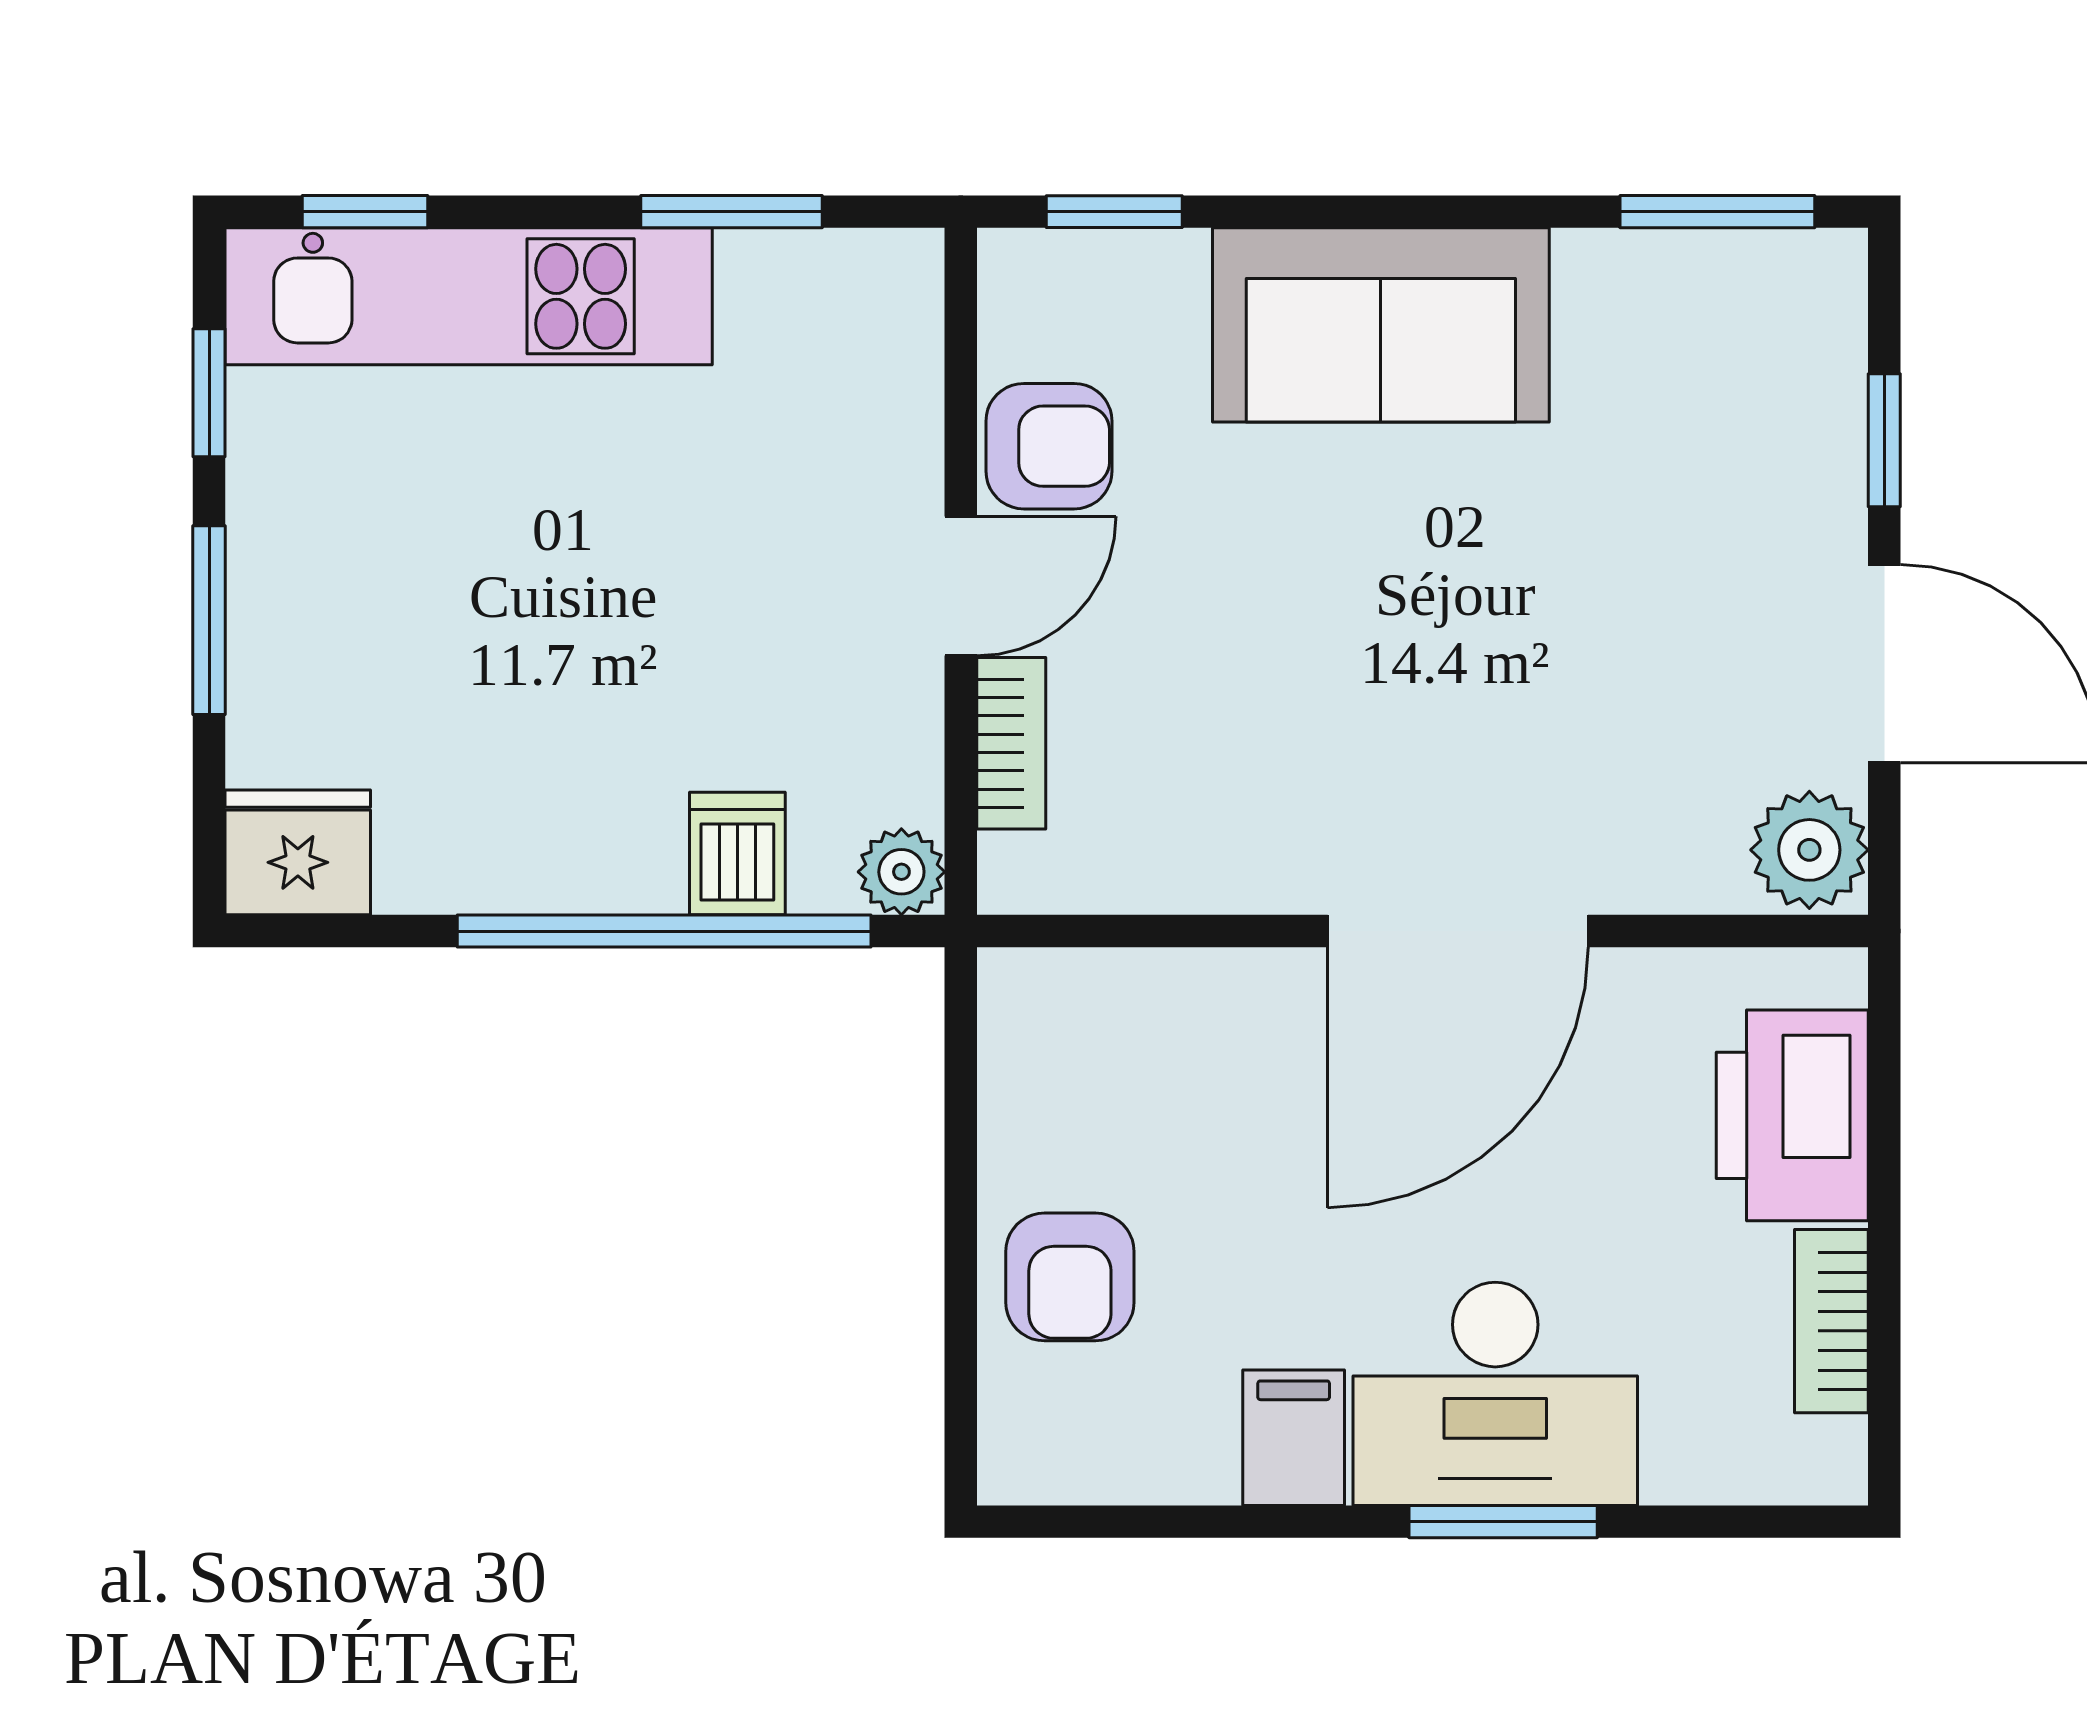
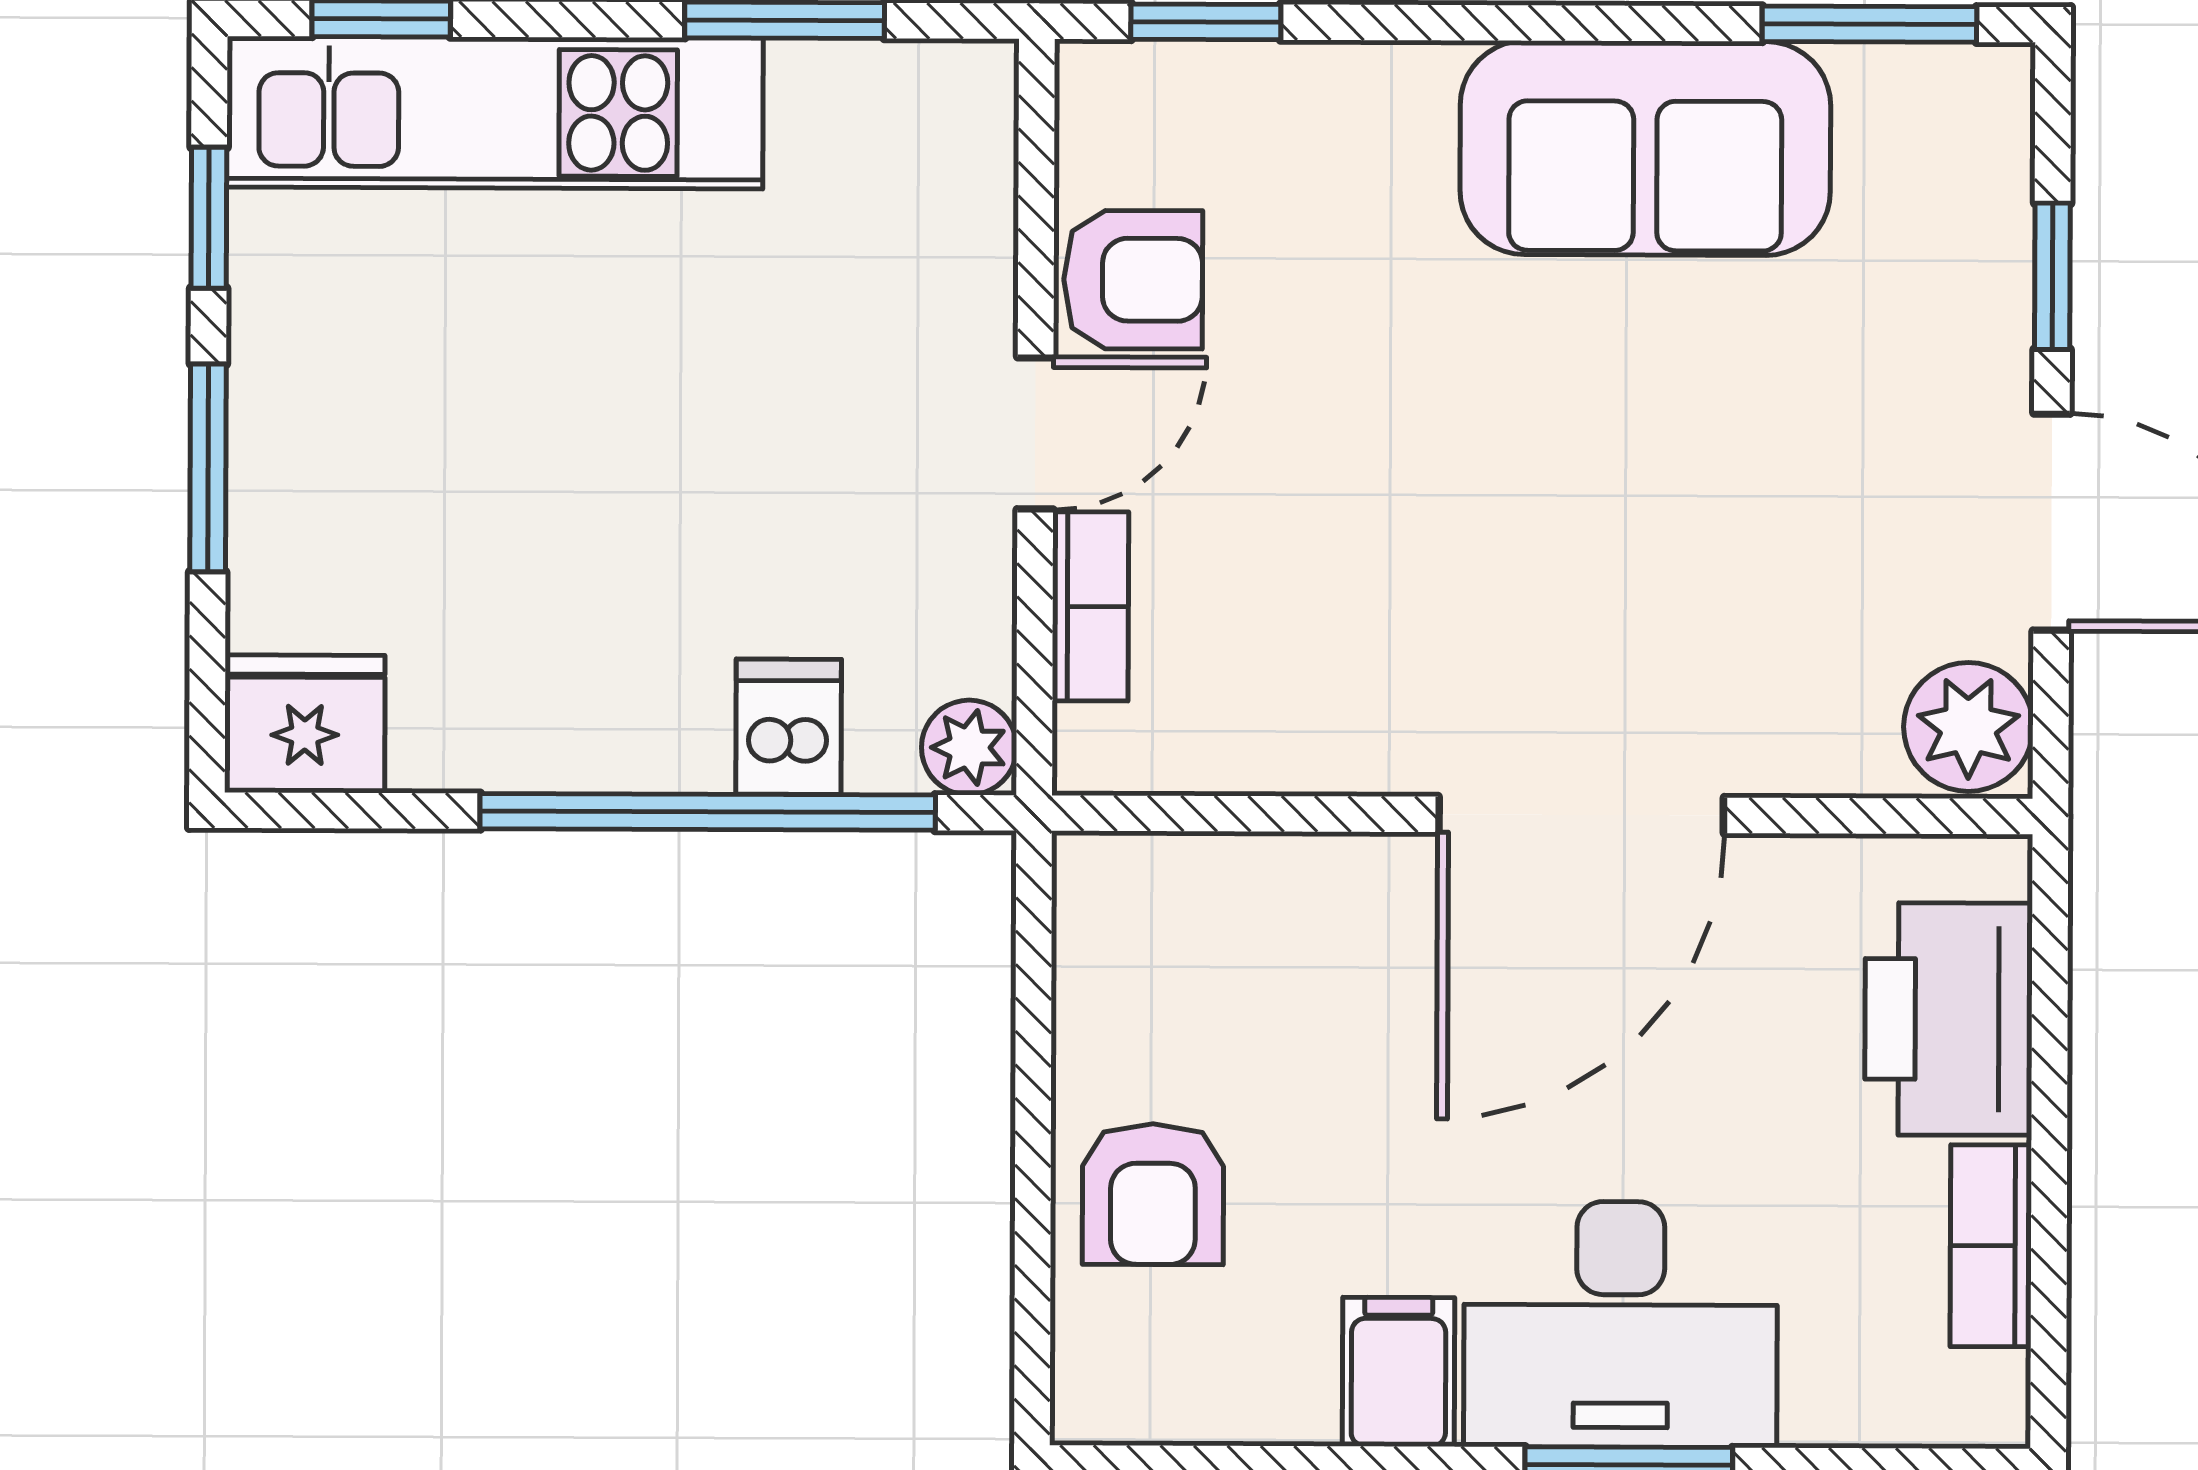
sofa: (1381, 325) -> (1645, 148), moved

